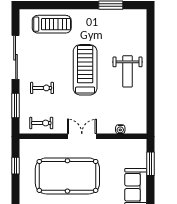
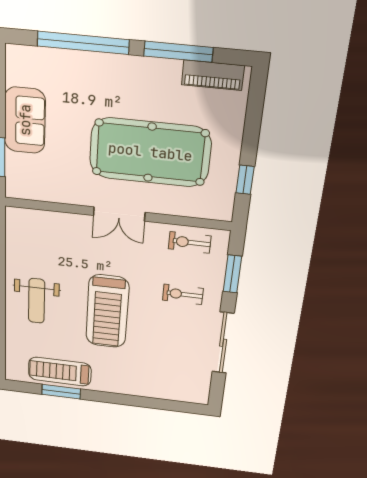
treadmill: (52, 24) -> (60, 372), moved
weight bench: (127, 71) -> (37, 301), turned 180
water cooler: (120, 129) -> (51, 218), removed

